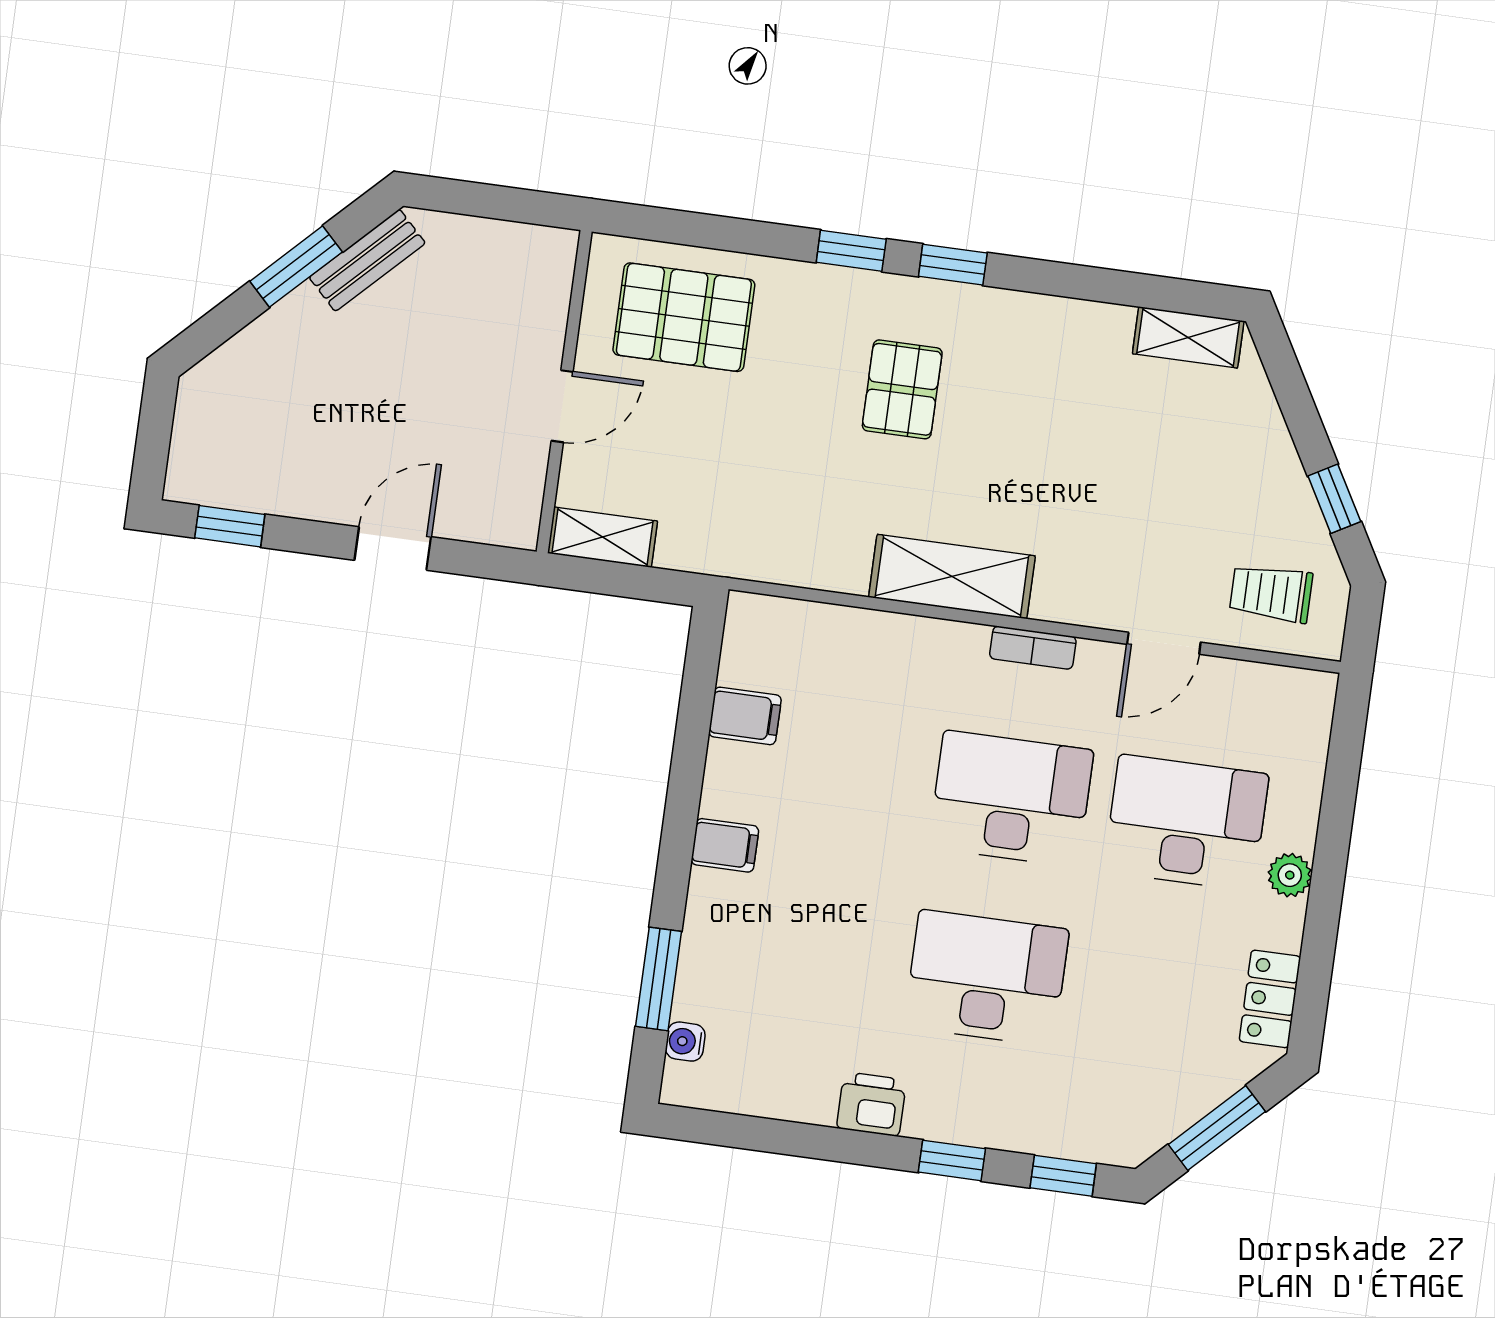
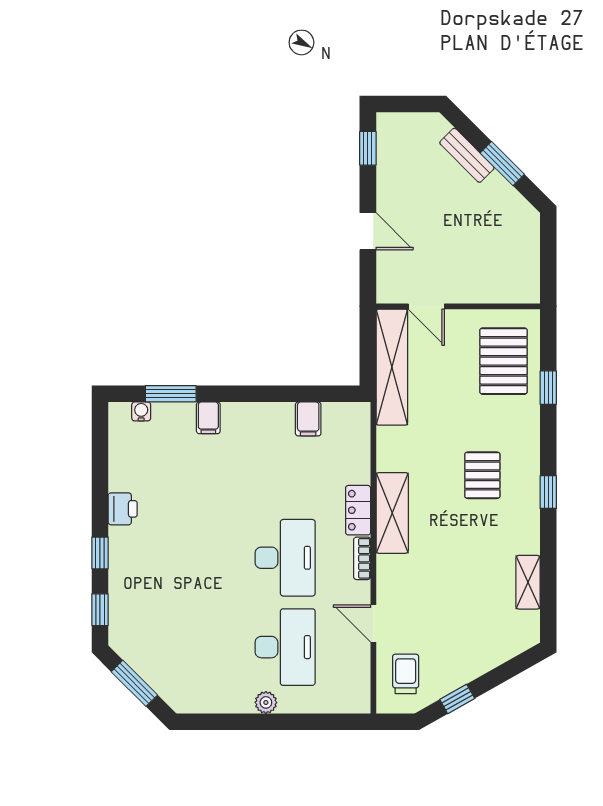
window: (851, 251) -> (548, 388), moved
bench: (367, 260) -> (467, 155), moved
shelving: (1188, 337) -> (528, 582), moved
pallet: (902, 389) -> (482, 475), turned 90
door: (562, 406) -> (426, 306), moved
shelving: (602, 537) -> (392, 367), width x2.20, depth x1.33
filing cabinet: (725, 845) -> (208, 418), moved
desk: (986, 978) -> (194, 558), removed
locker: (1270, 999) -> (358, 510), moved, turned -90

